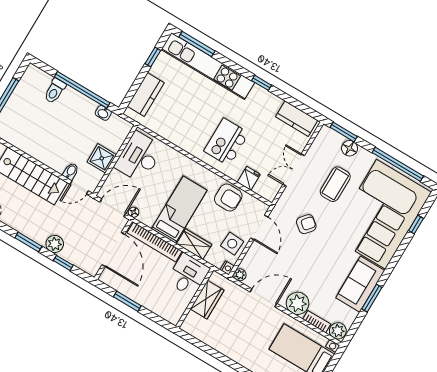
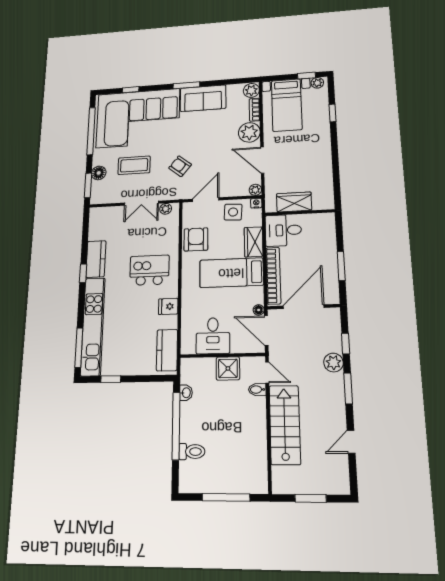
kitchen counter: (146, 94) -> (167, 350), moved, turned -90
kitchen counter: (297, 119) -> (96, 259), moved
kitchen island: (227, 142) -> (149, 270), turned 180
desk: (139, 157) -> (213, 336), width x0.73
fridge: (249, 178) -> (168, 306), moved
plant: (274, 188) -> (166, 209), added
window: (372, 298) -> (186, 85), moved

